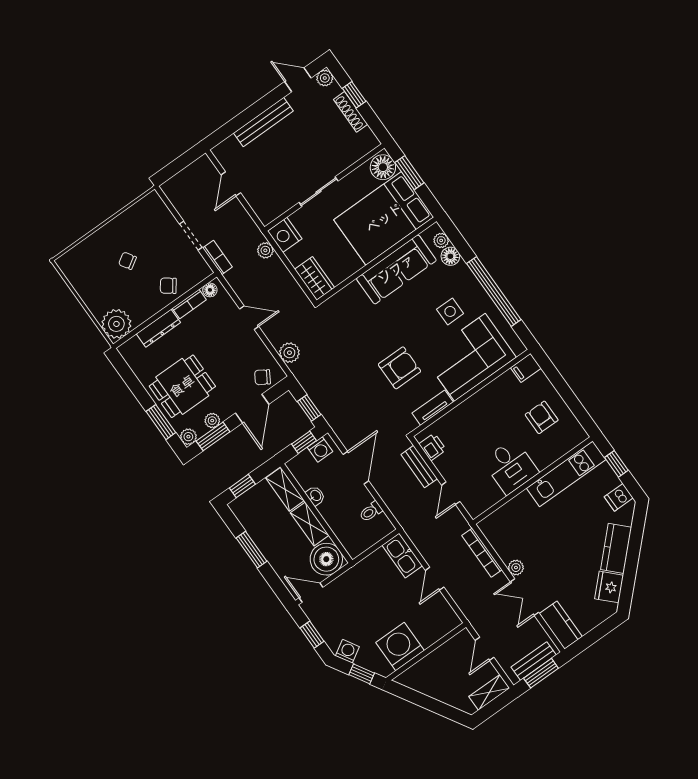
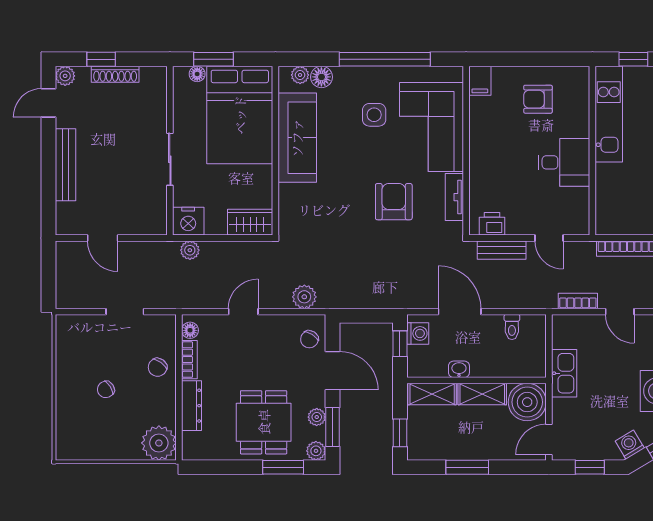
floor lamp: (383, 167) -> (197, 74), width x0.53, depth x0.53
bookcase: (217, 257) -> (578, 301), moved
window: (309, 408) -> (371, 316), removed
kitchen sink: (402, 555) -> (564, 373), moved, turned -90

